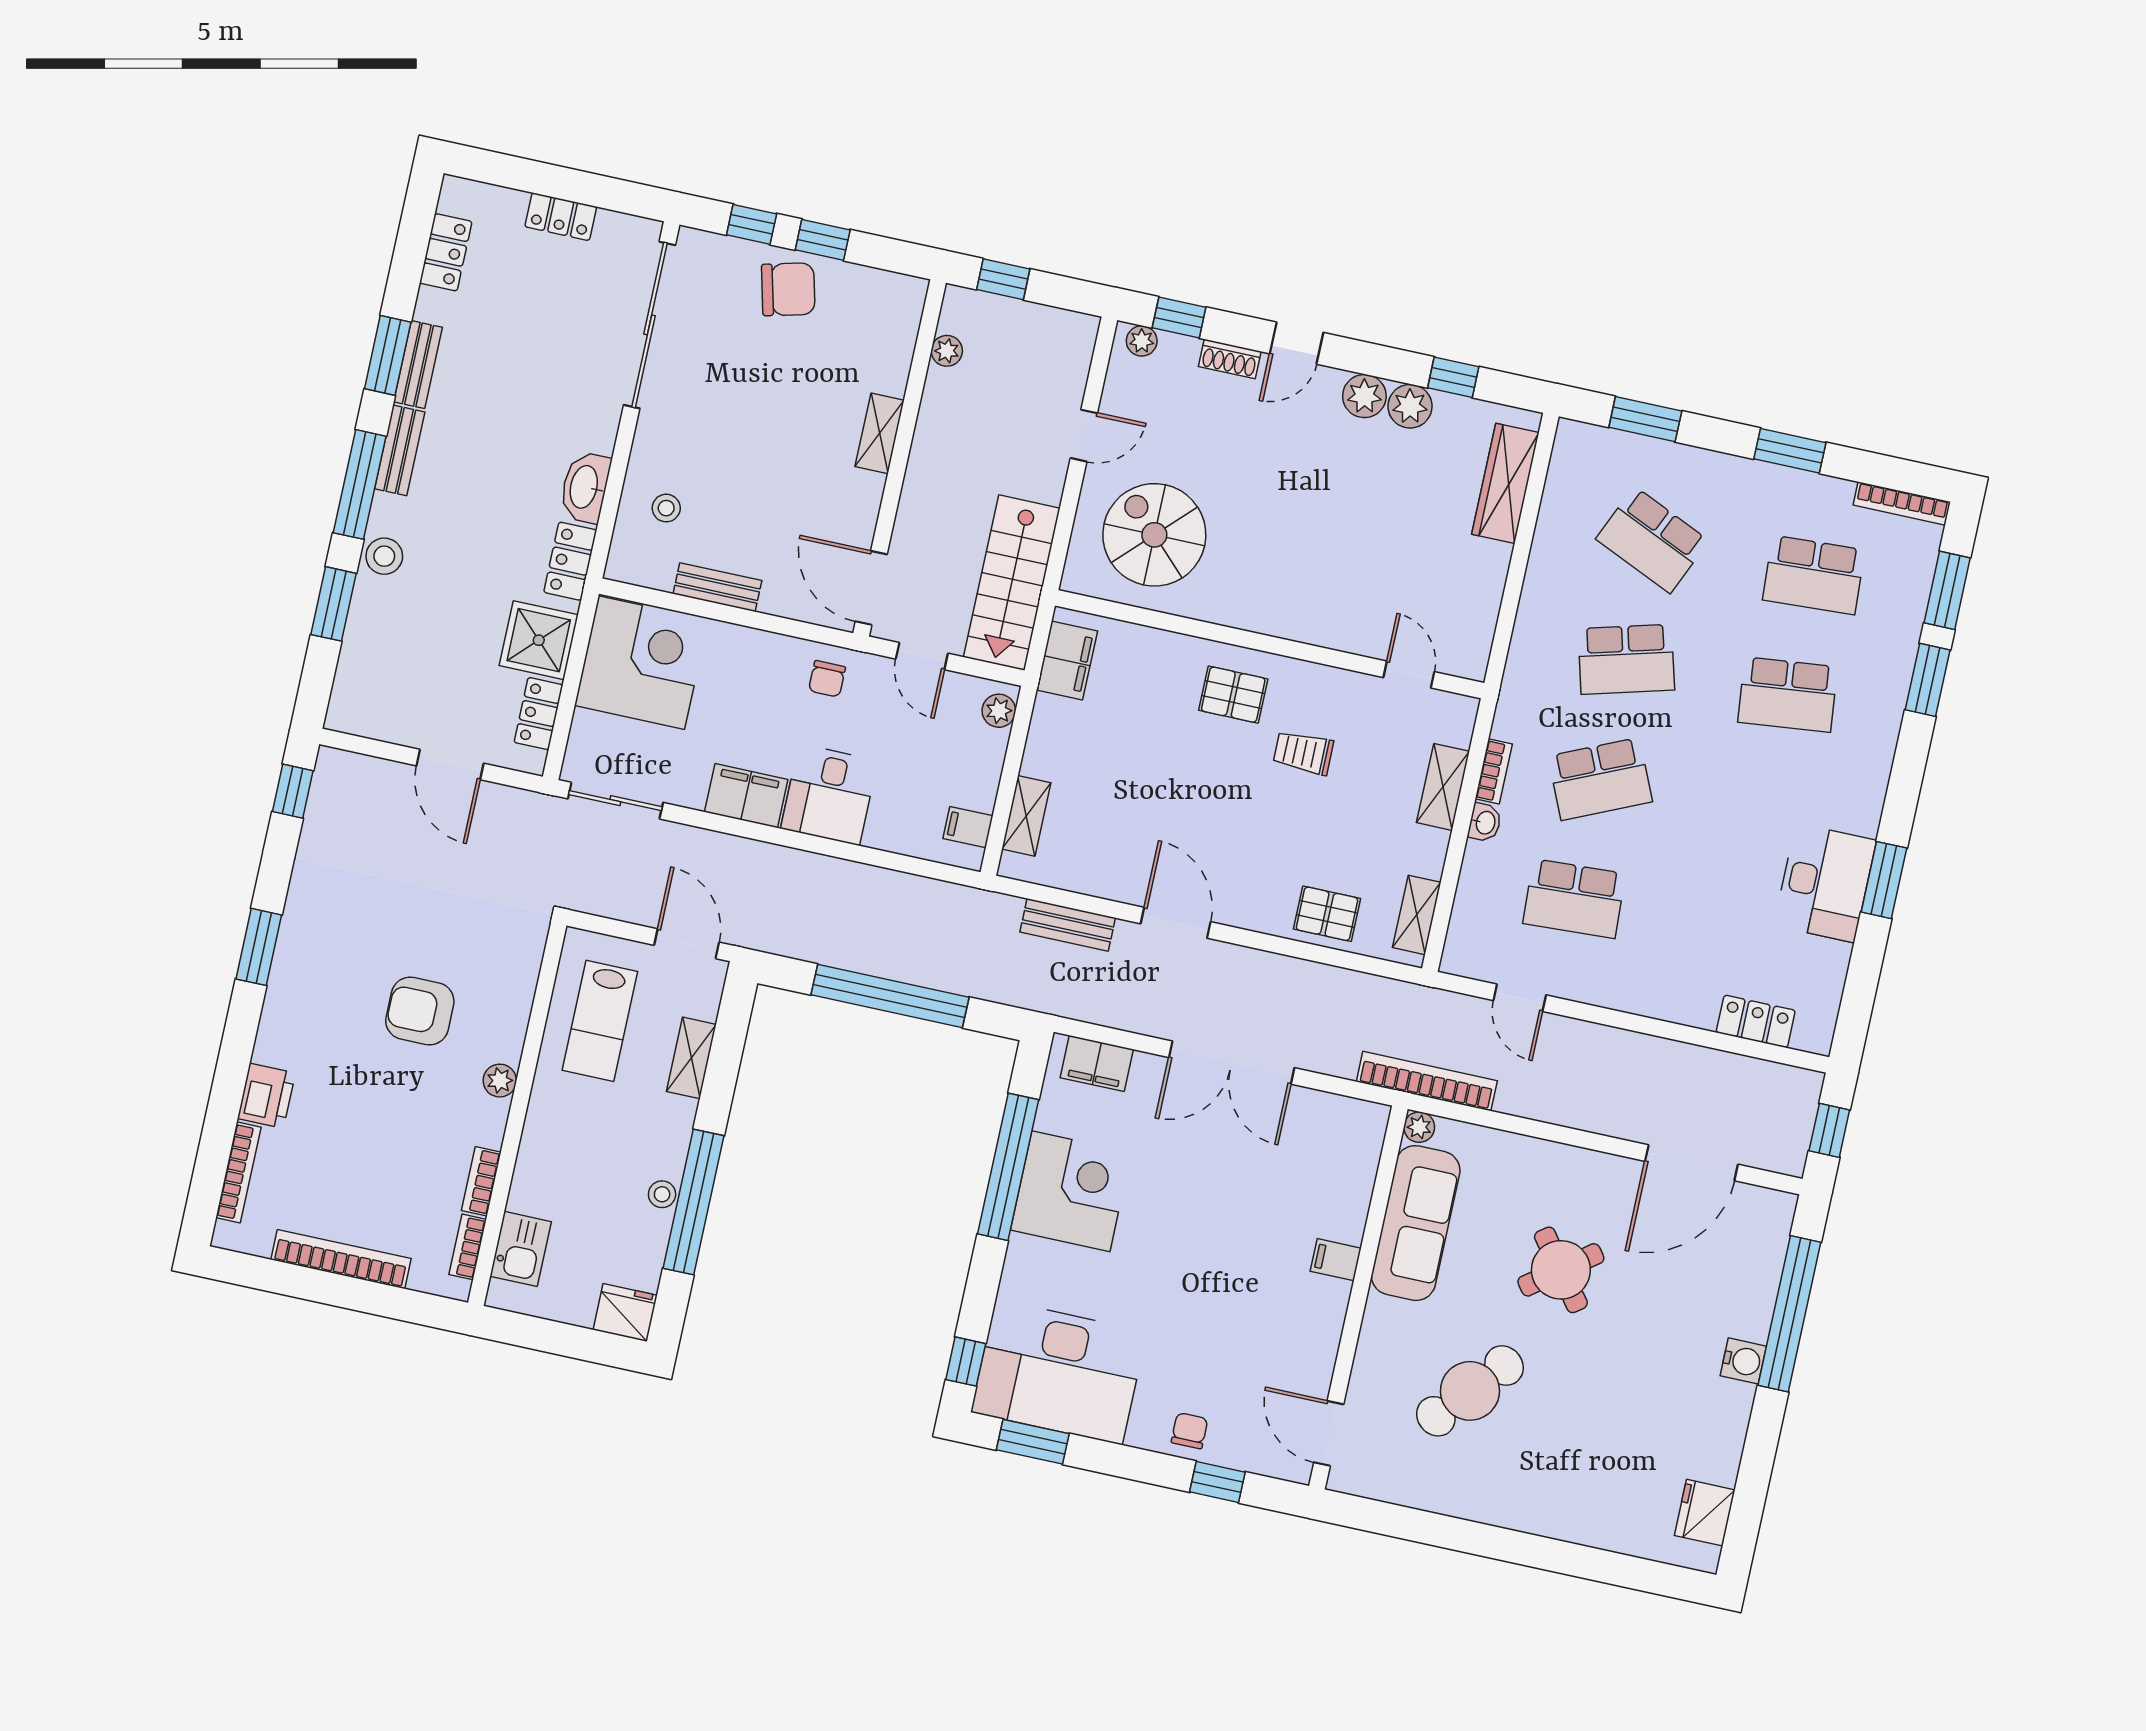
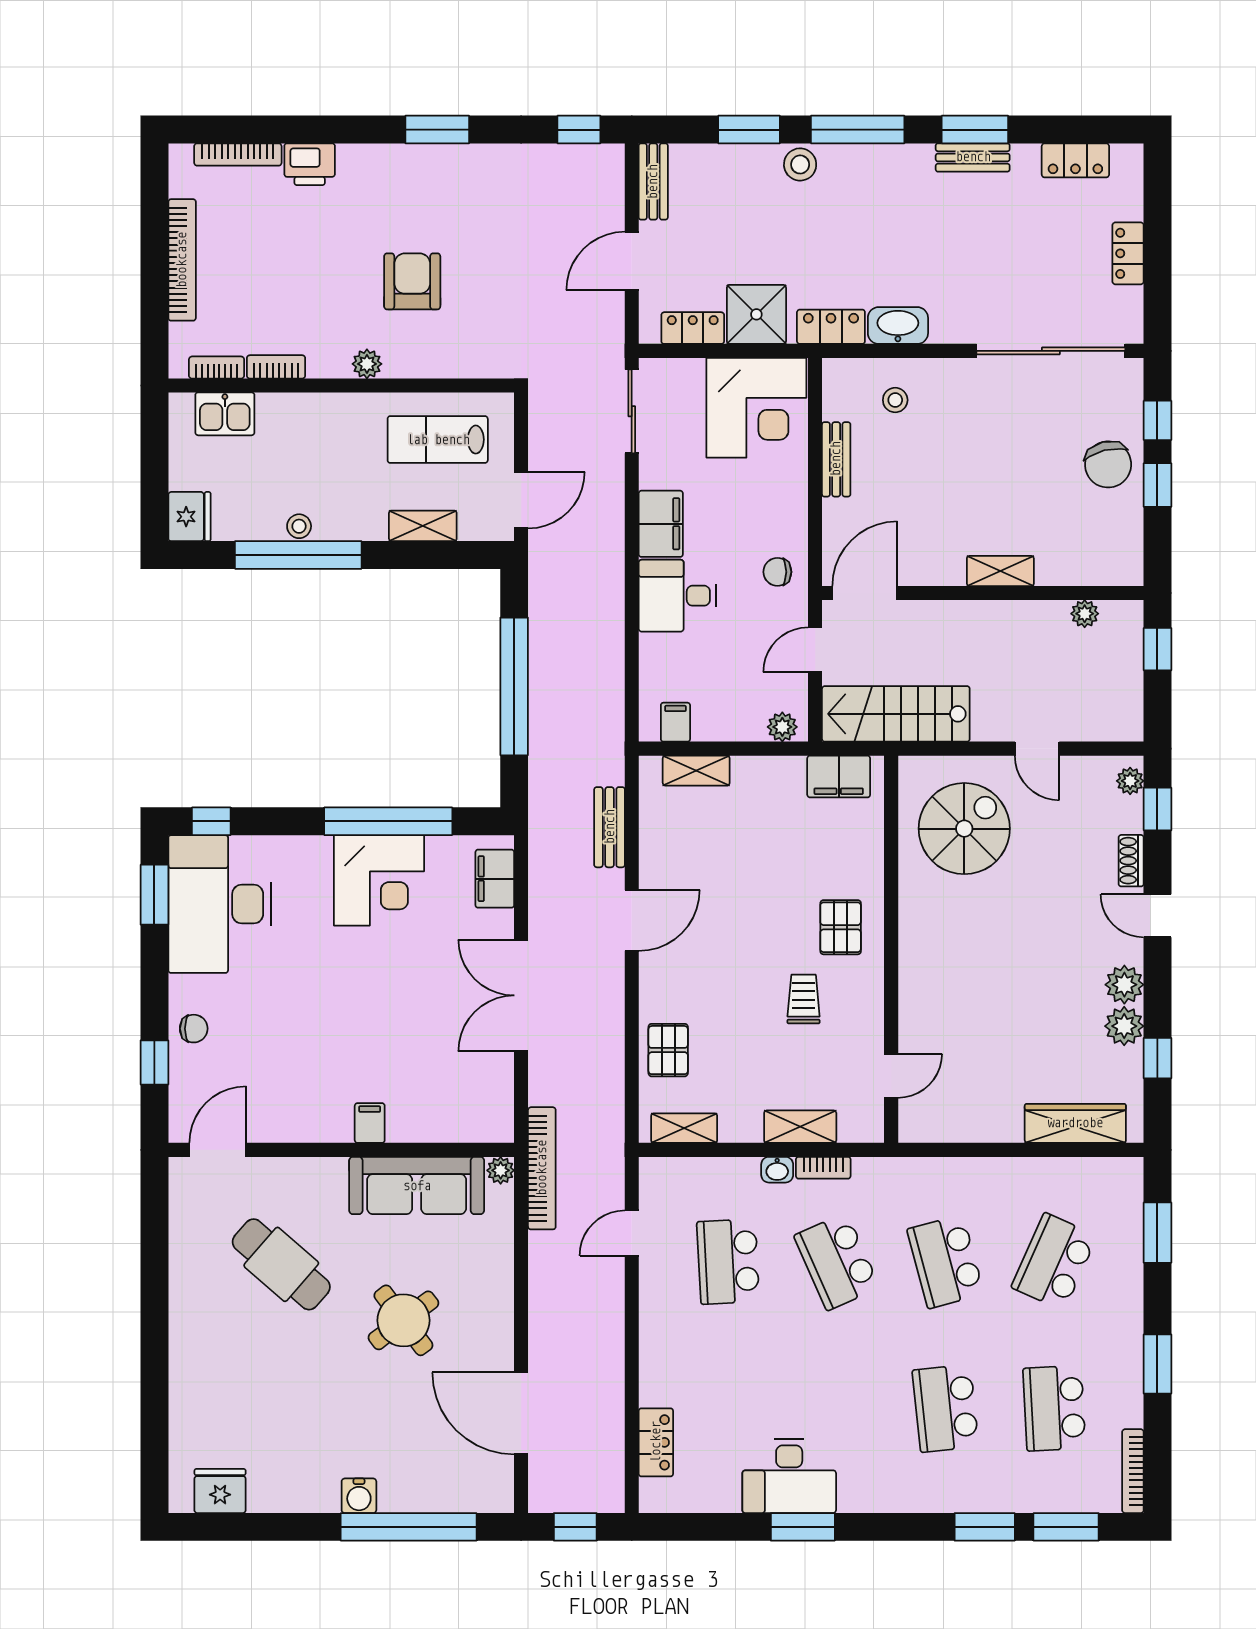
bench: (400, 450) -> (653, 182), moved, turned 90

